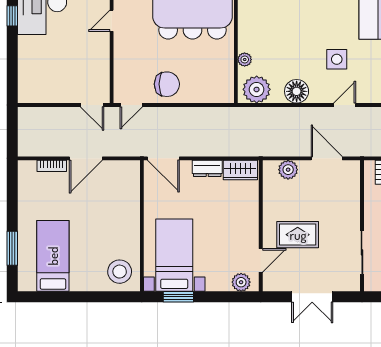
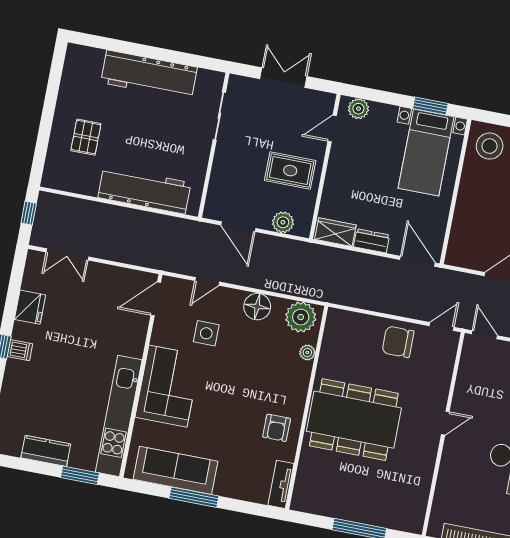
rug: (298, 235) -> (290, 171), moved

